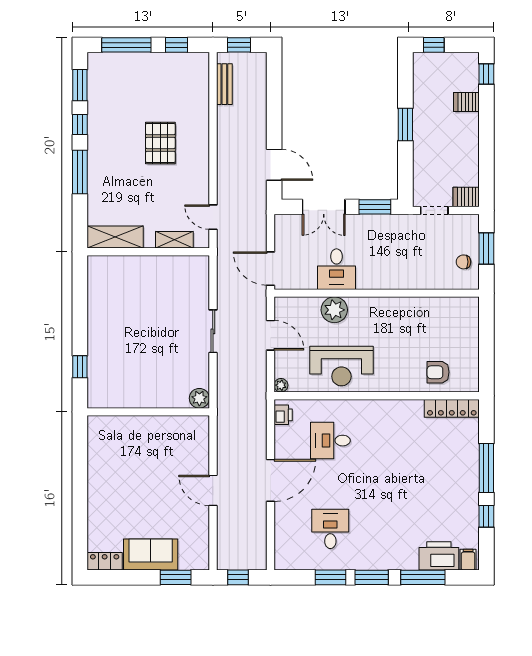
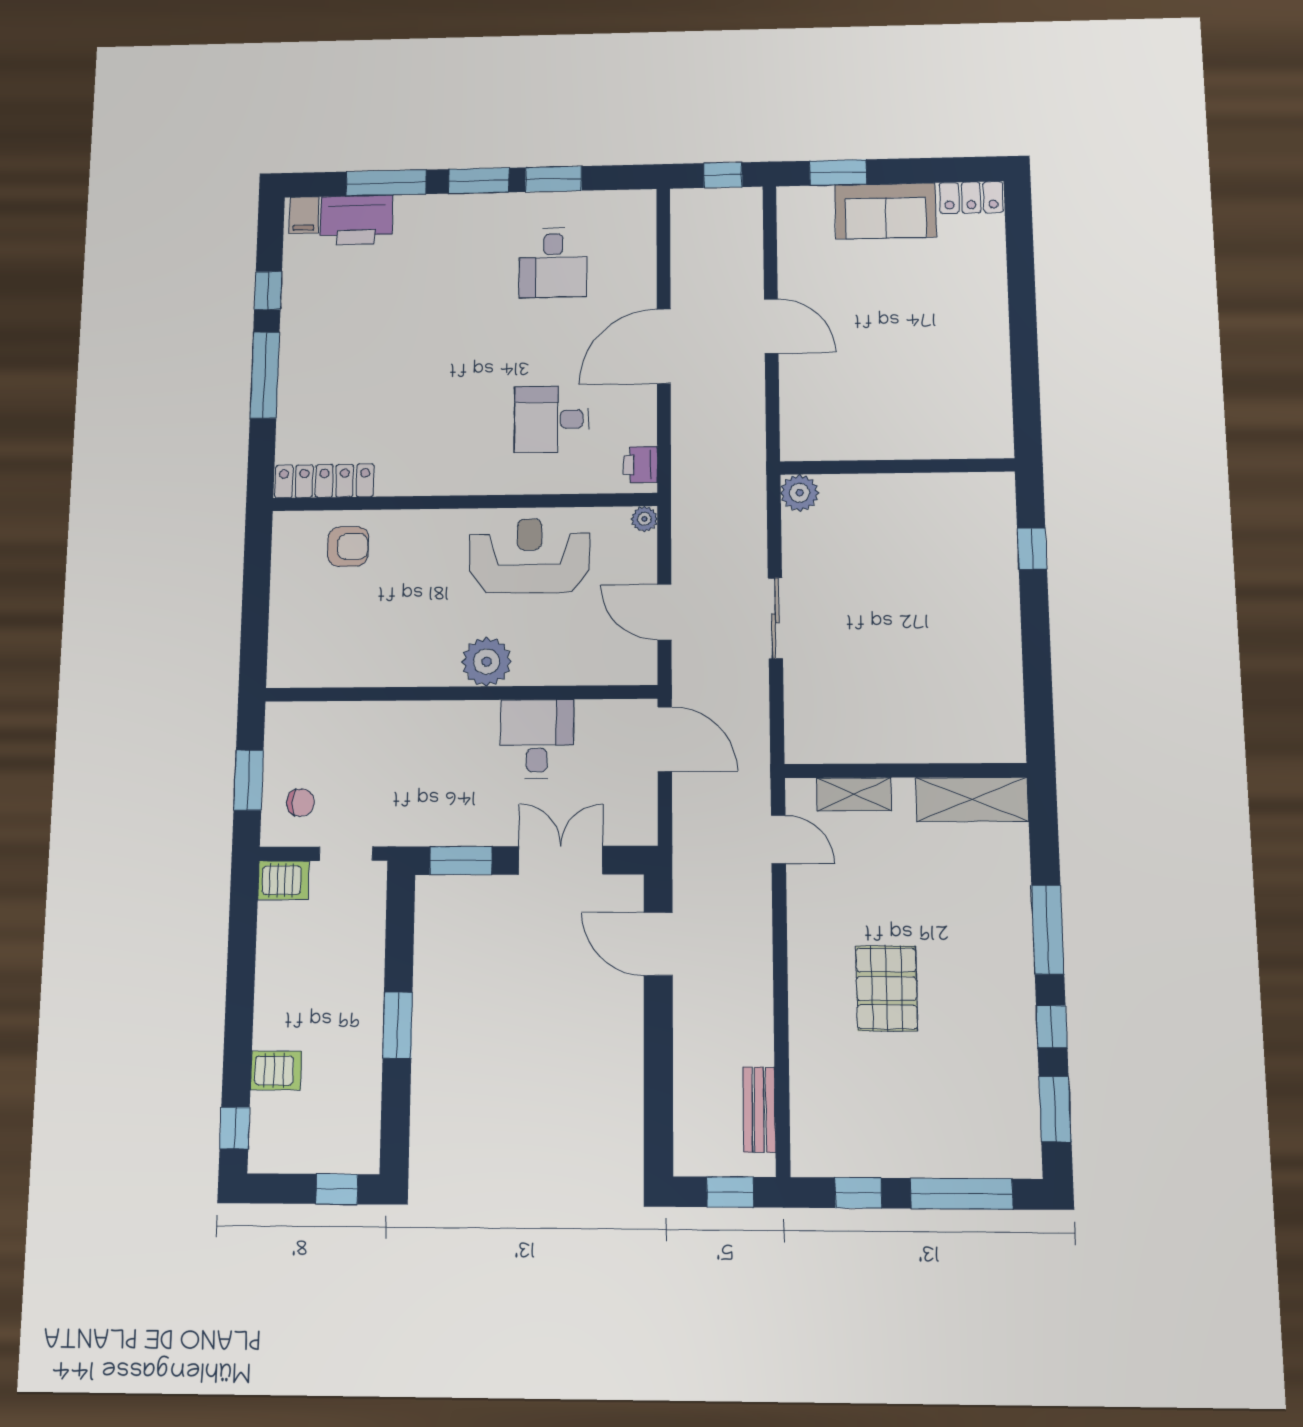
chair: (463, 262) -> (301, 803), moved
plant: (334, 310) -> (487, 662), moved
desk: (330, 441) -> (552, 419), turned 180

